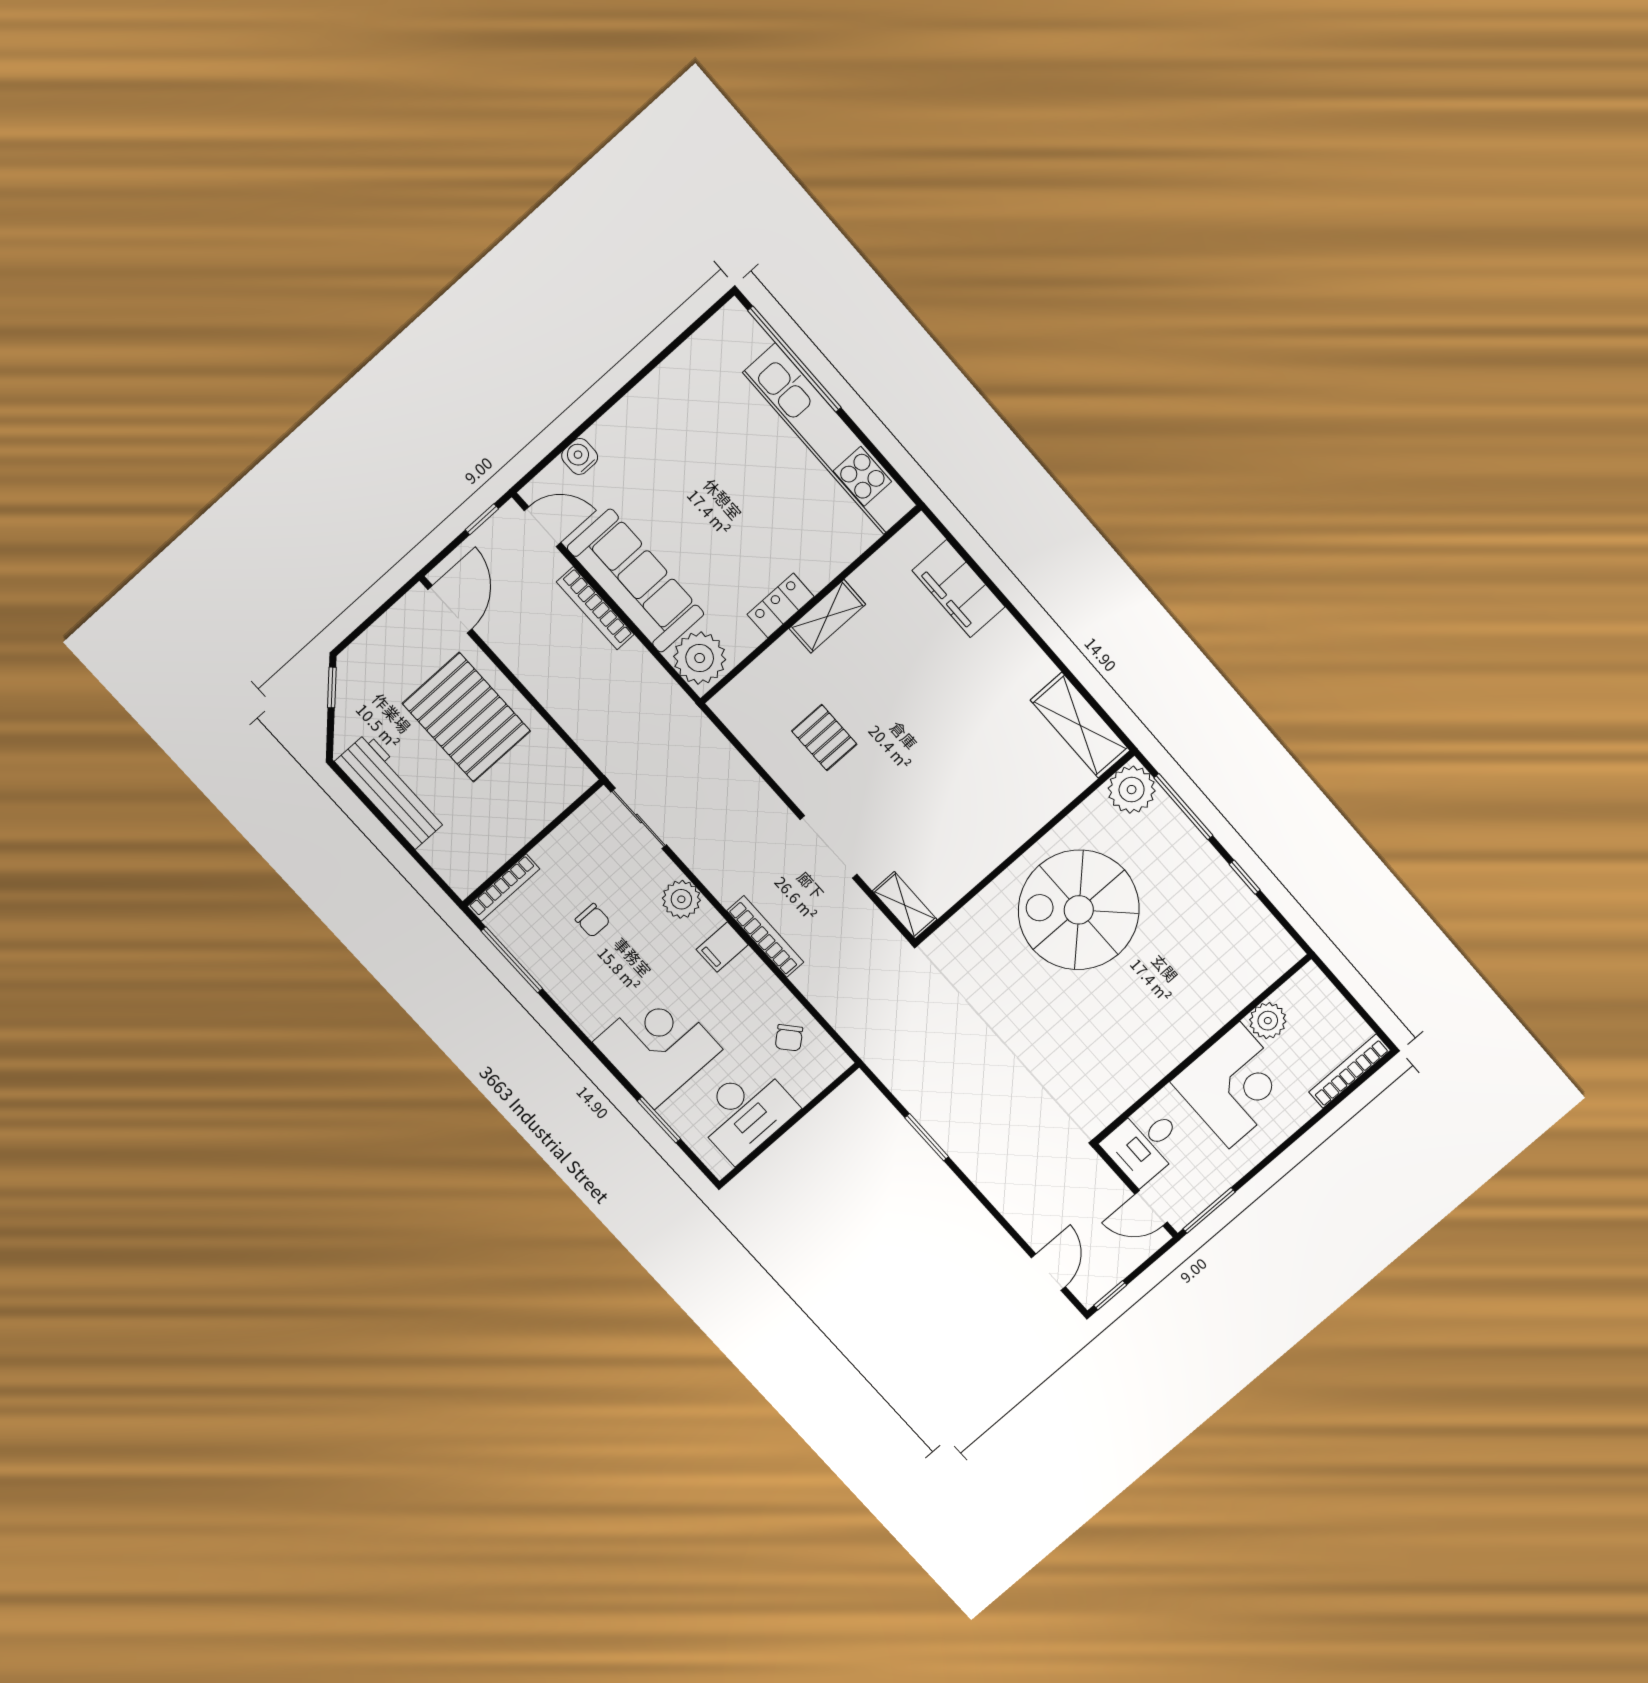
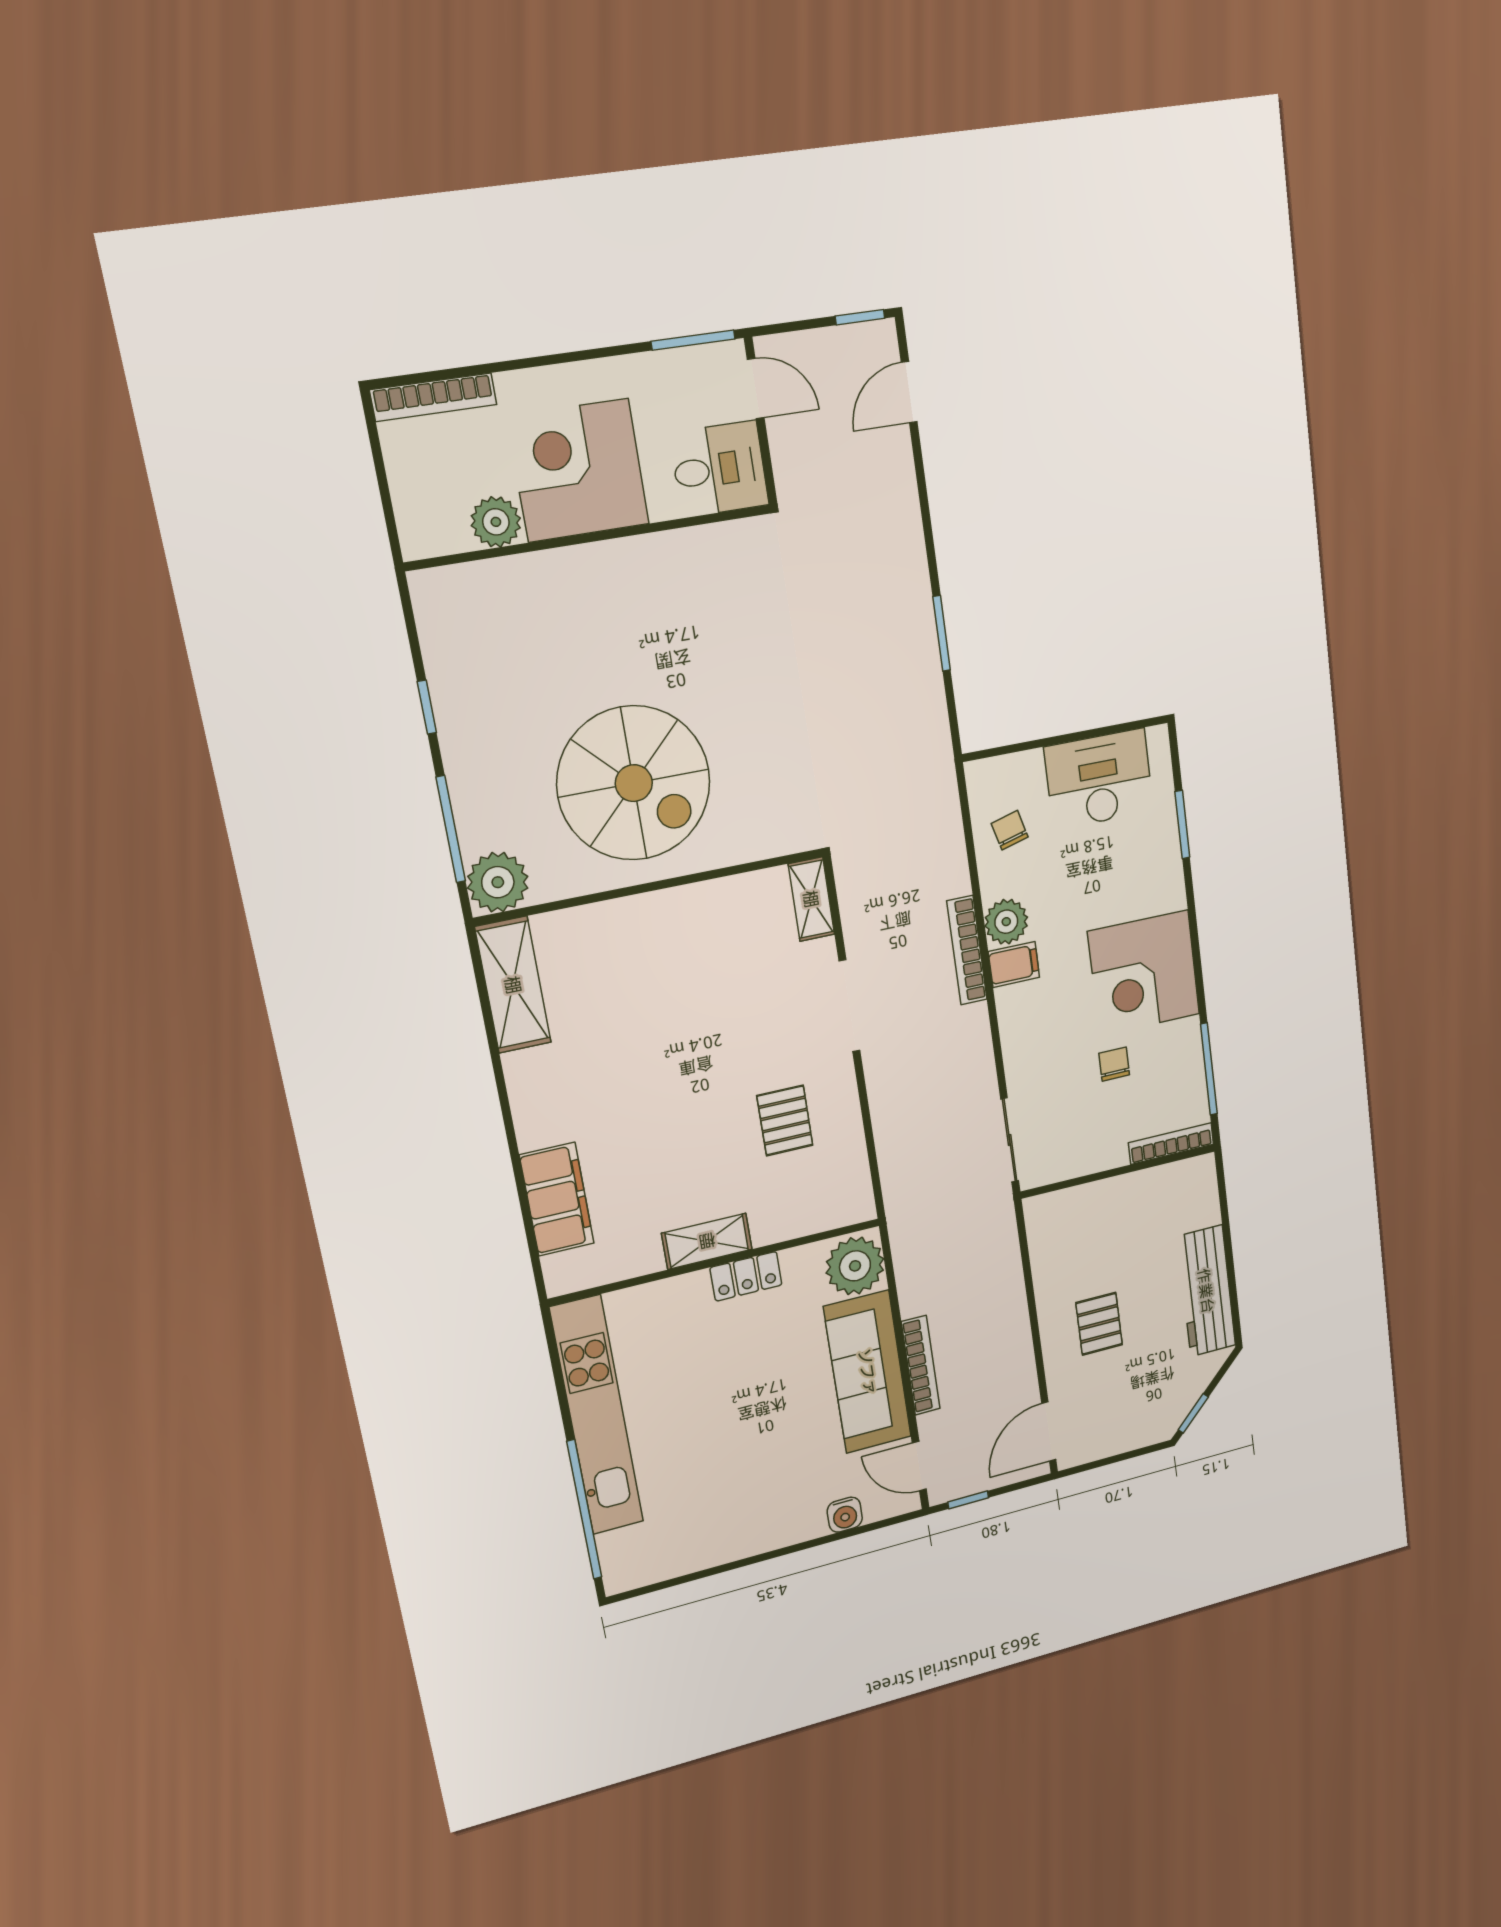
pallet: (466, 717) -> (1099, 1324), width x0.49, depth x0.50
plant: (681, 899) -> (1006, 922), moved
chair: (789, 1038) -> (1010, 830), turned -64
corner desk: (658, 1046) -> (1144, 973), moved

